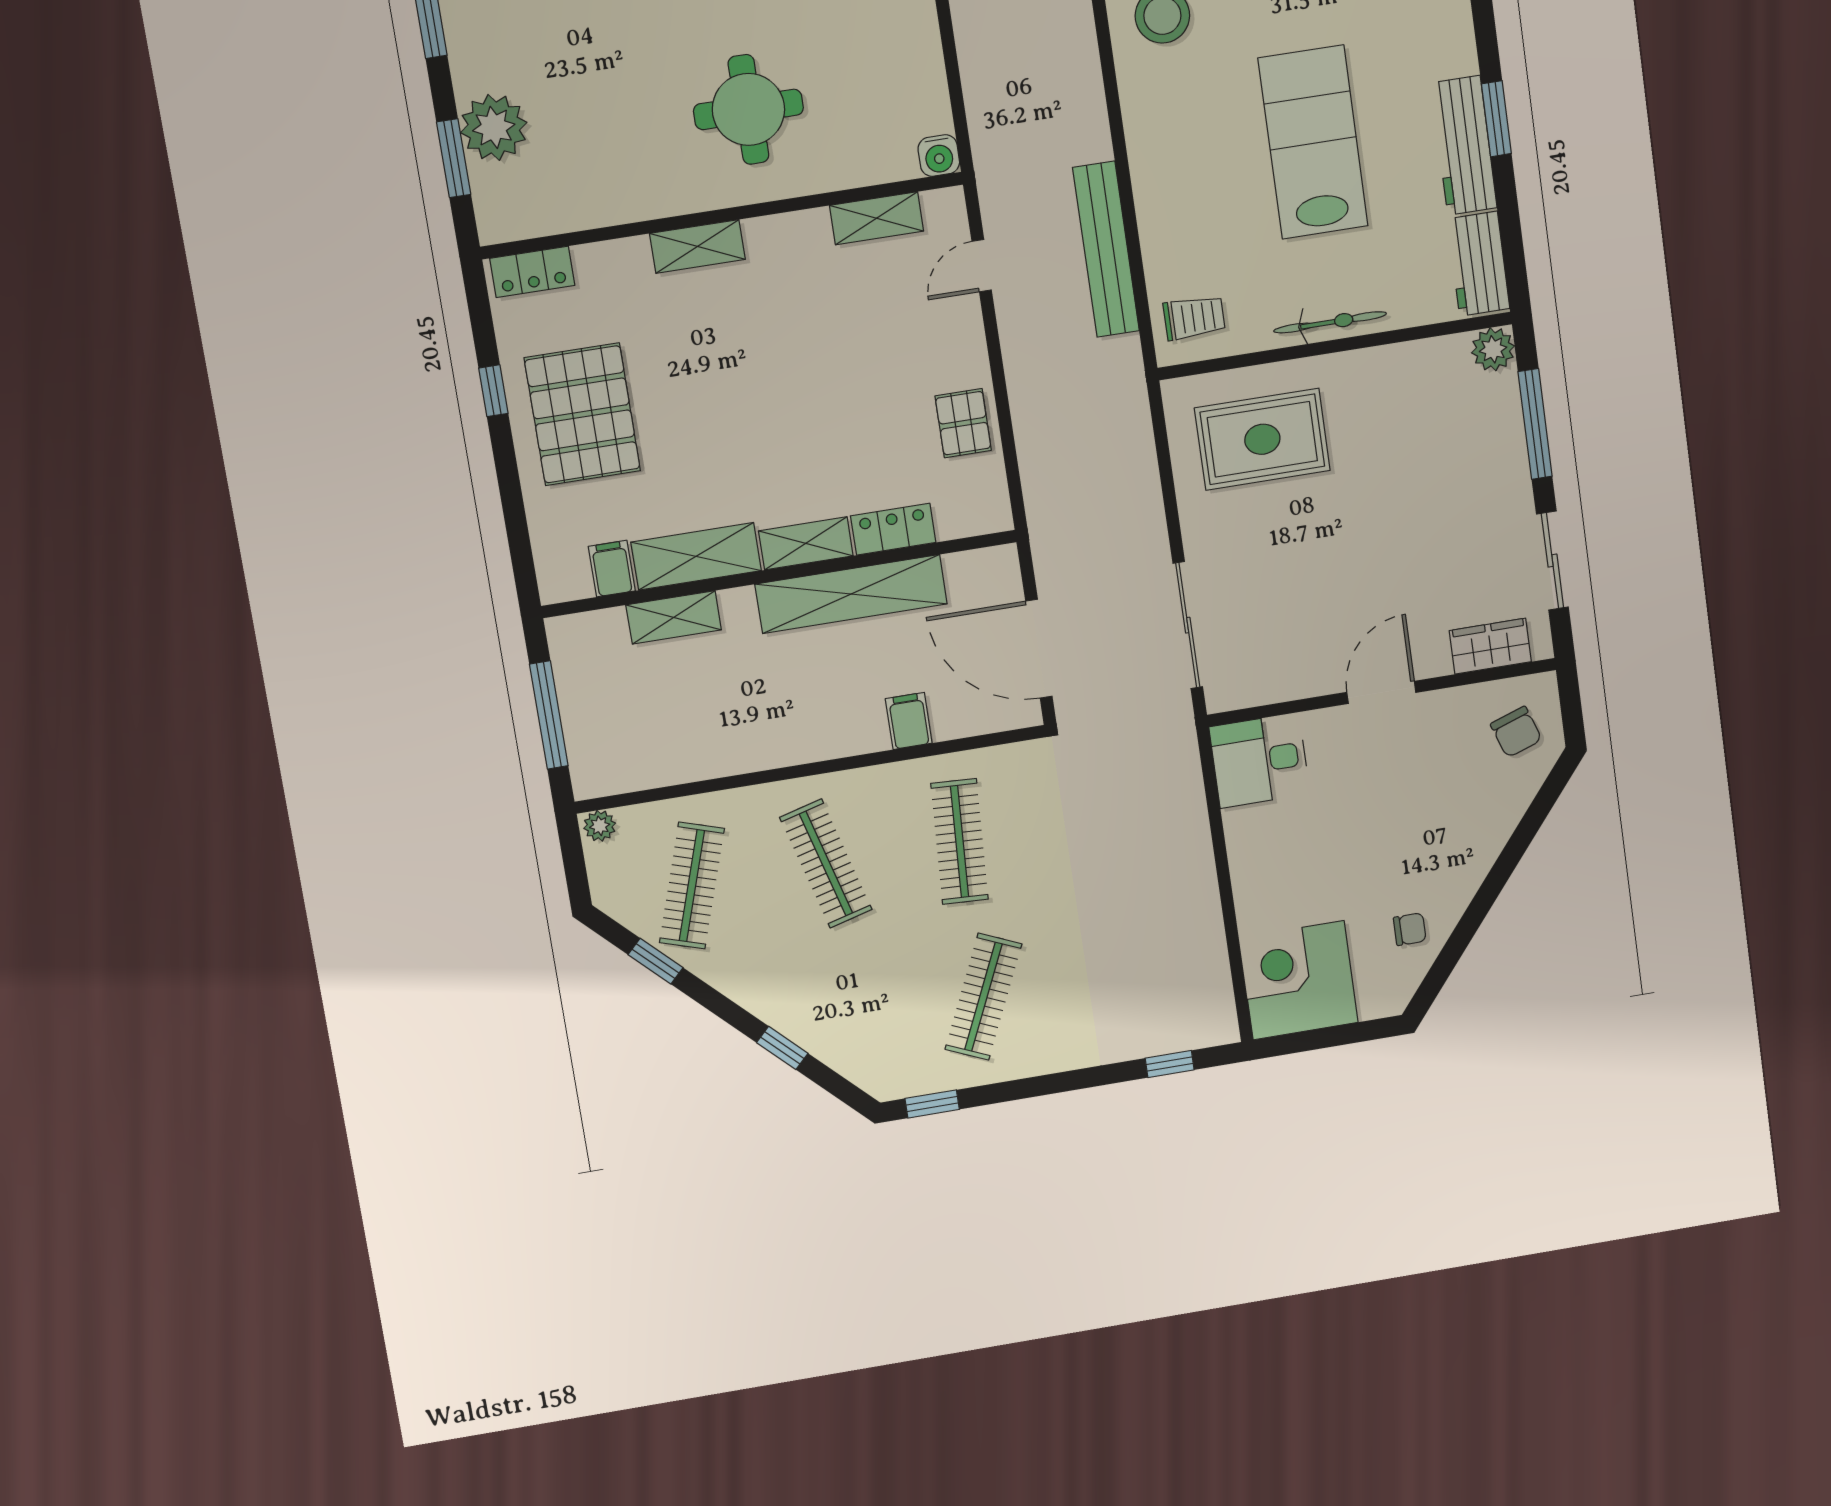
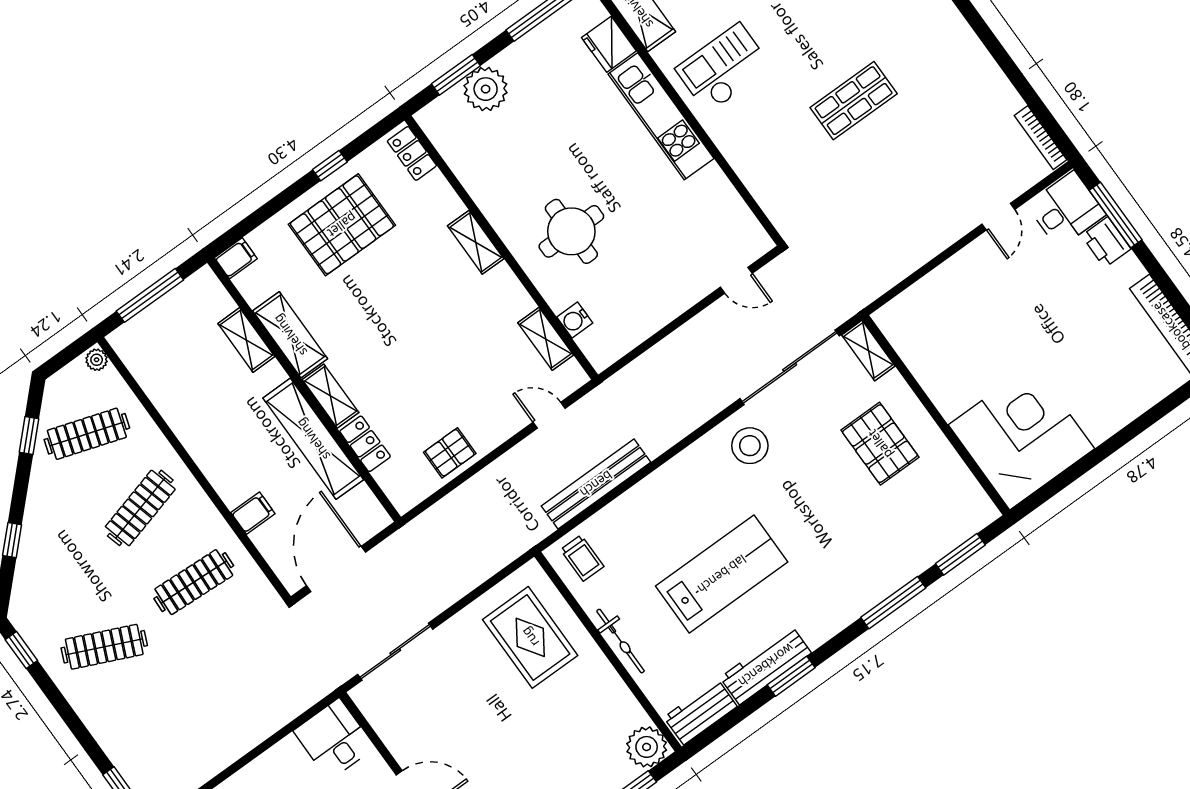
water cooler: (939, 156) -> (575, 320), moved
plant: (1493, 349) -> (647, 747), width x1.36, depth x1.36
filing cabinet: (612, 569) -> (236, 258), moved

